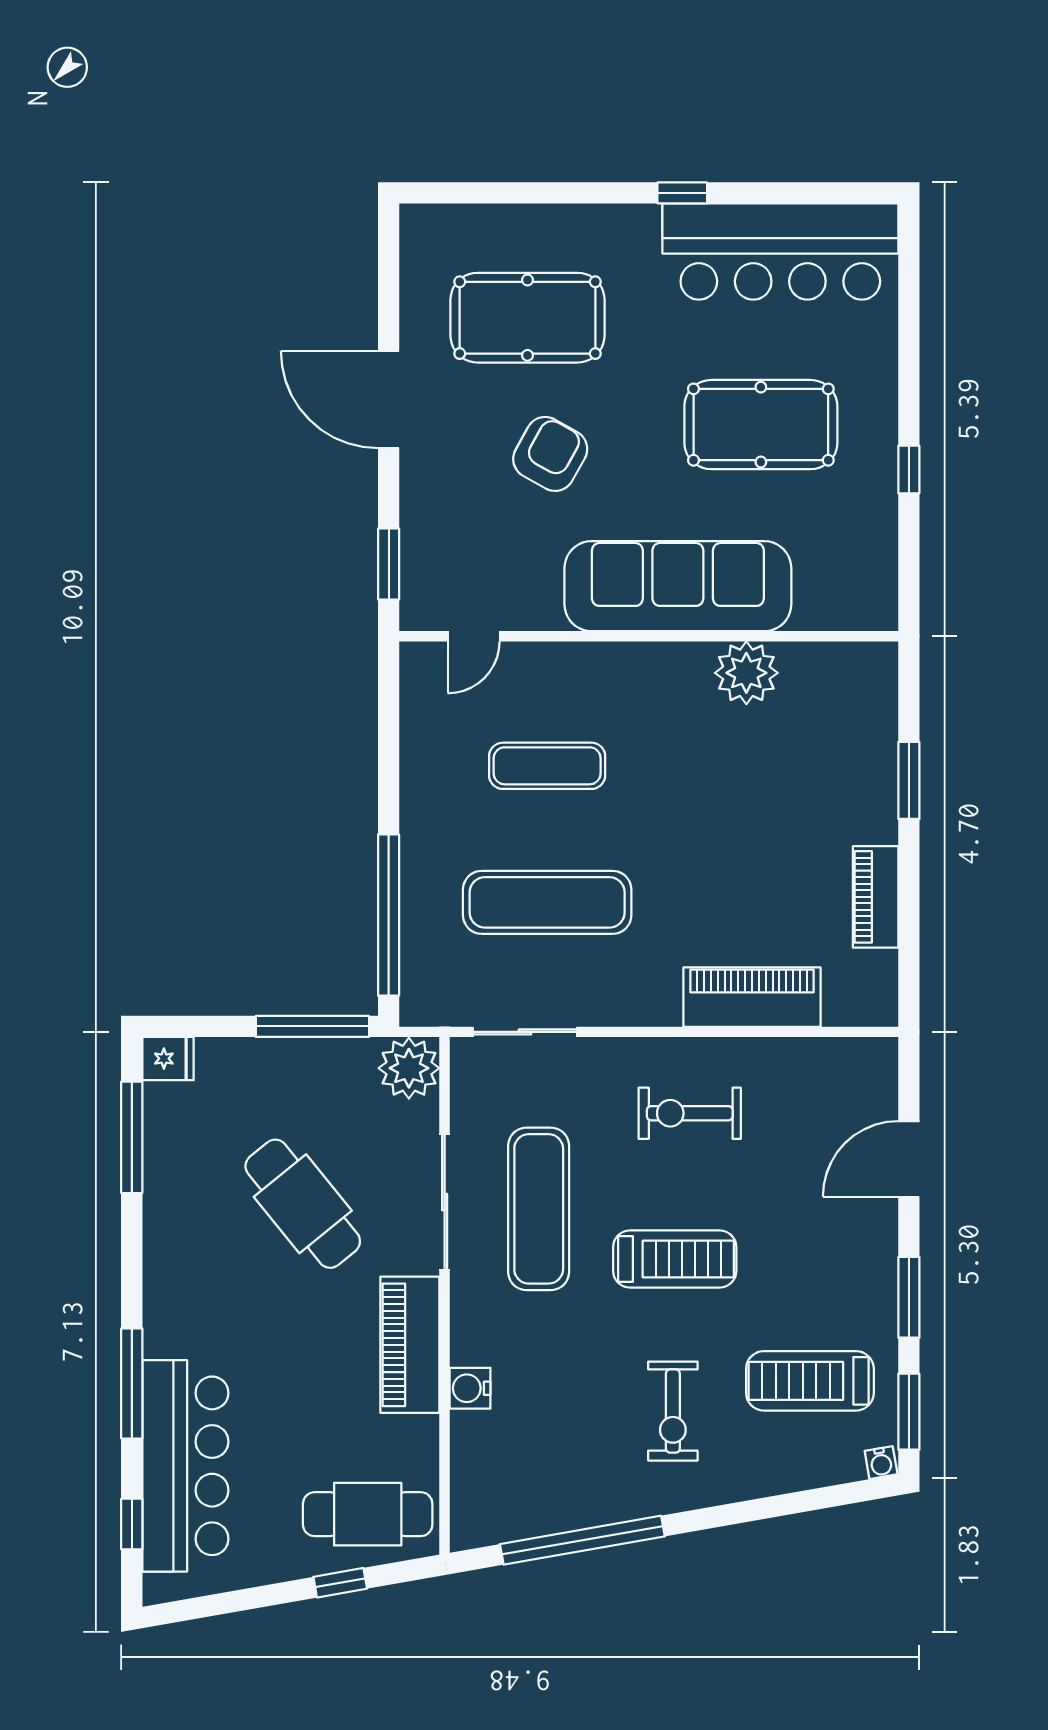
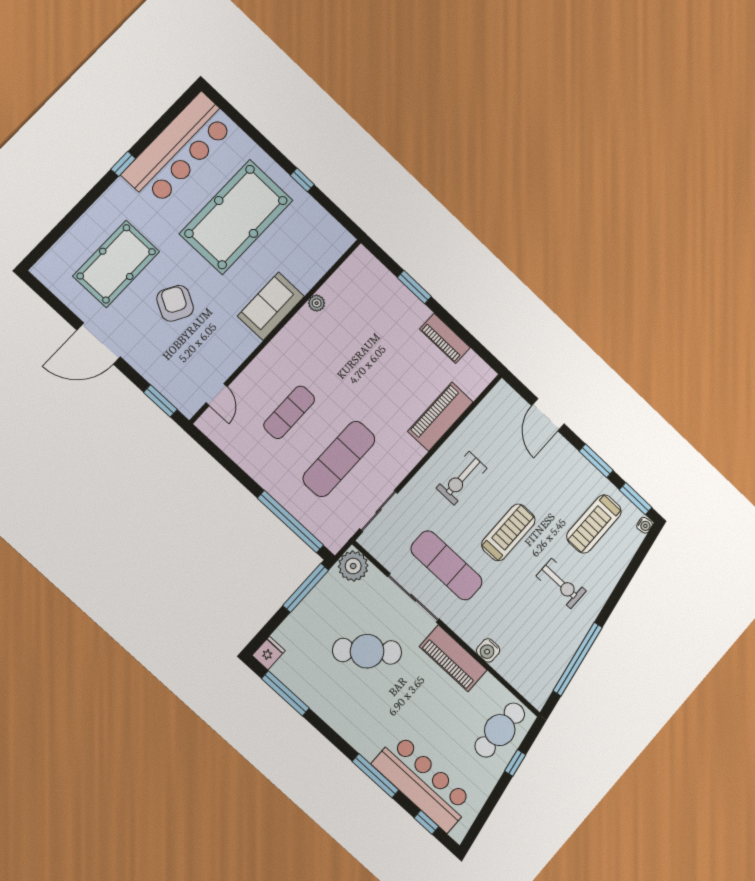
pool table: (761, 425) -> (236, 217), width x1.36, depth x1.32
sofa: (678, 586) -> (271, 306), width x0.54, depth x0.79
plant: (746, 673) -> (317, 303), width x0.53, depth x0.53

